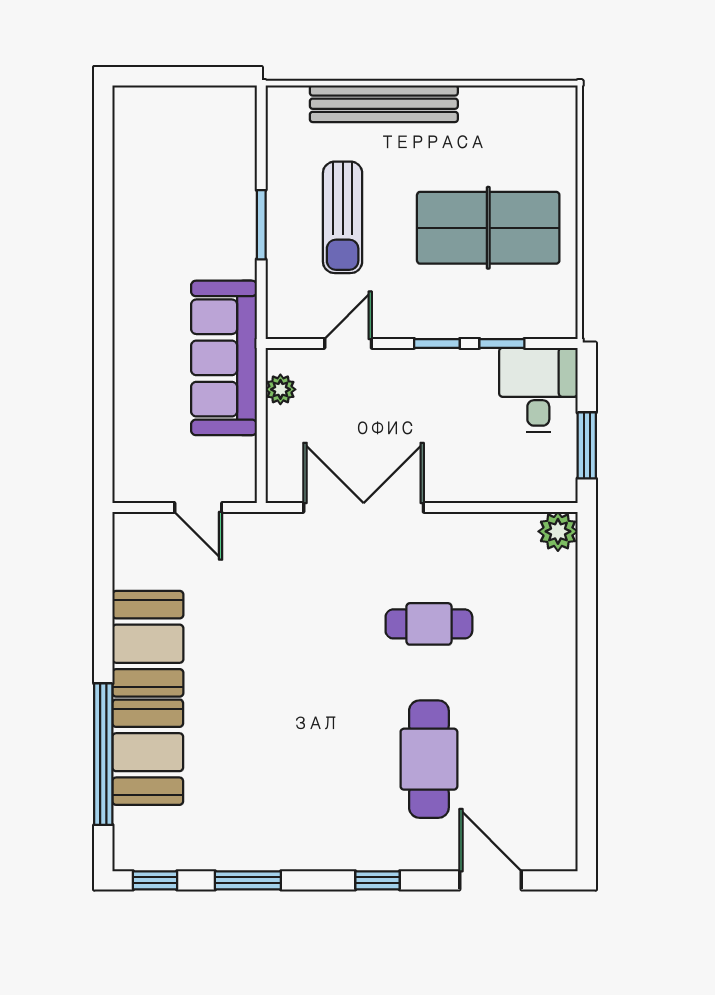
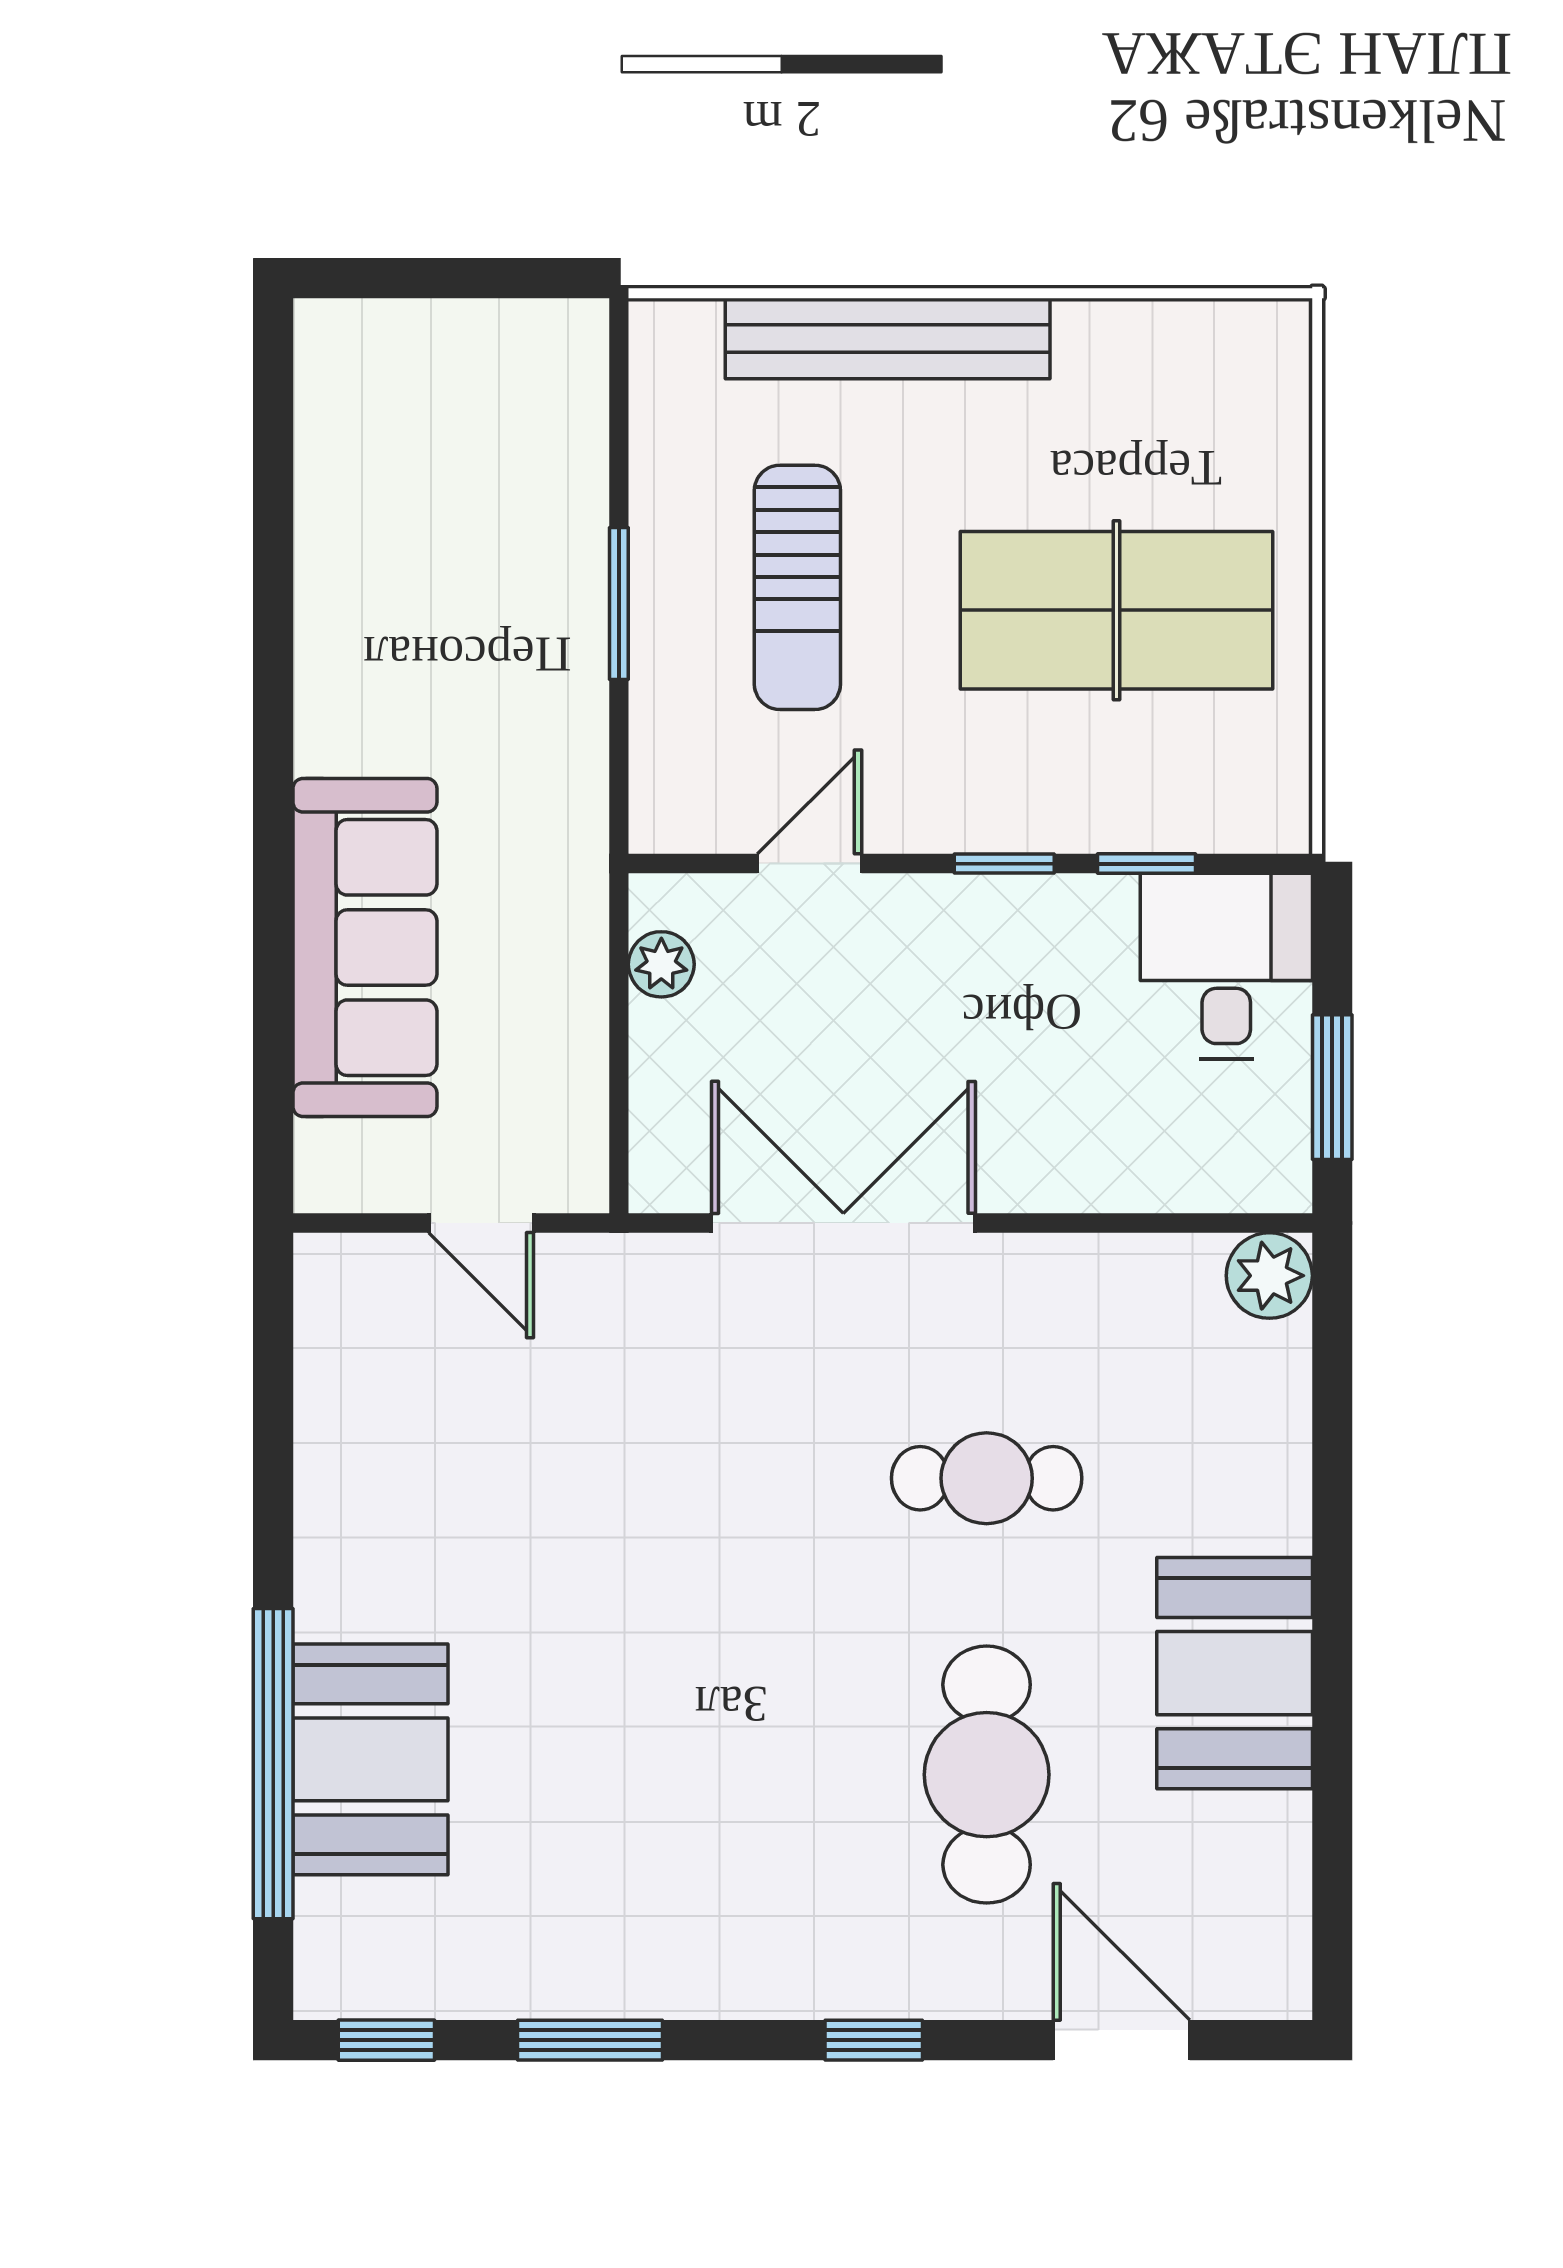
sofa: (224, 358) -> (365, 947), moved, turned 180
booth: (148, 644) -> (1235, 1673), moved

